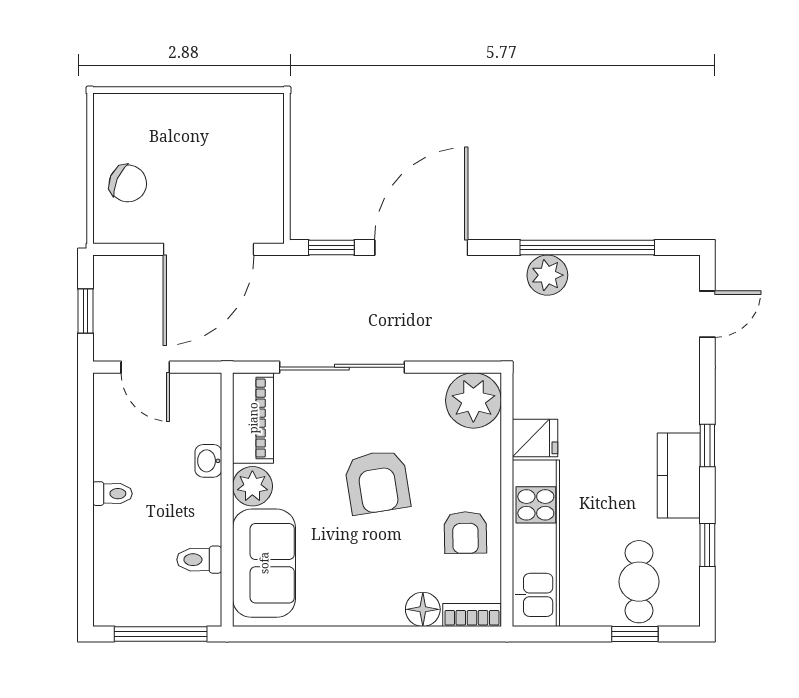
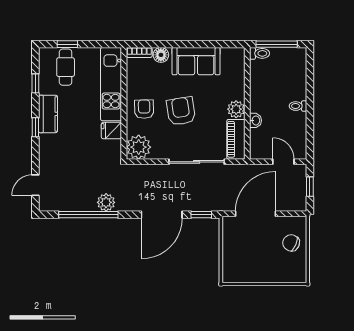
armchair: (465, 532) -> (144, 109), moved
toilet: (199, 560) -> (260, 53), moved
sofa: (264, 563) -> (196, 61), moved, turned -90

